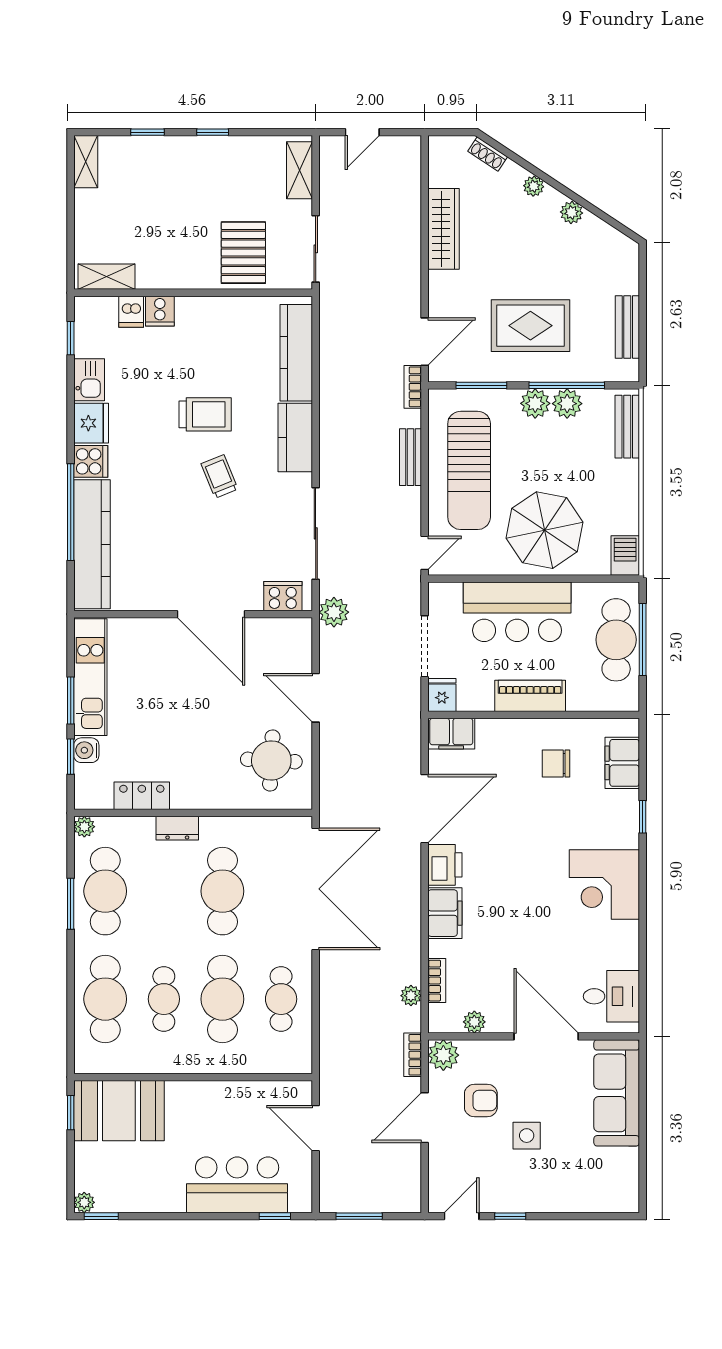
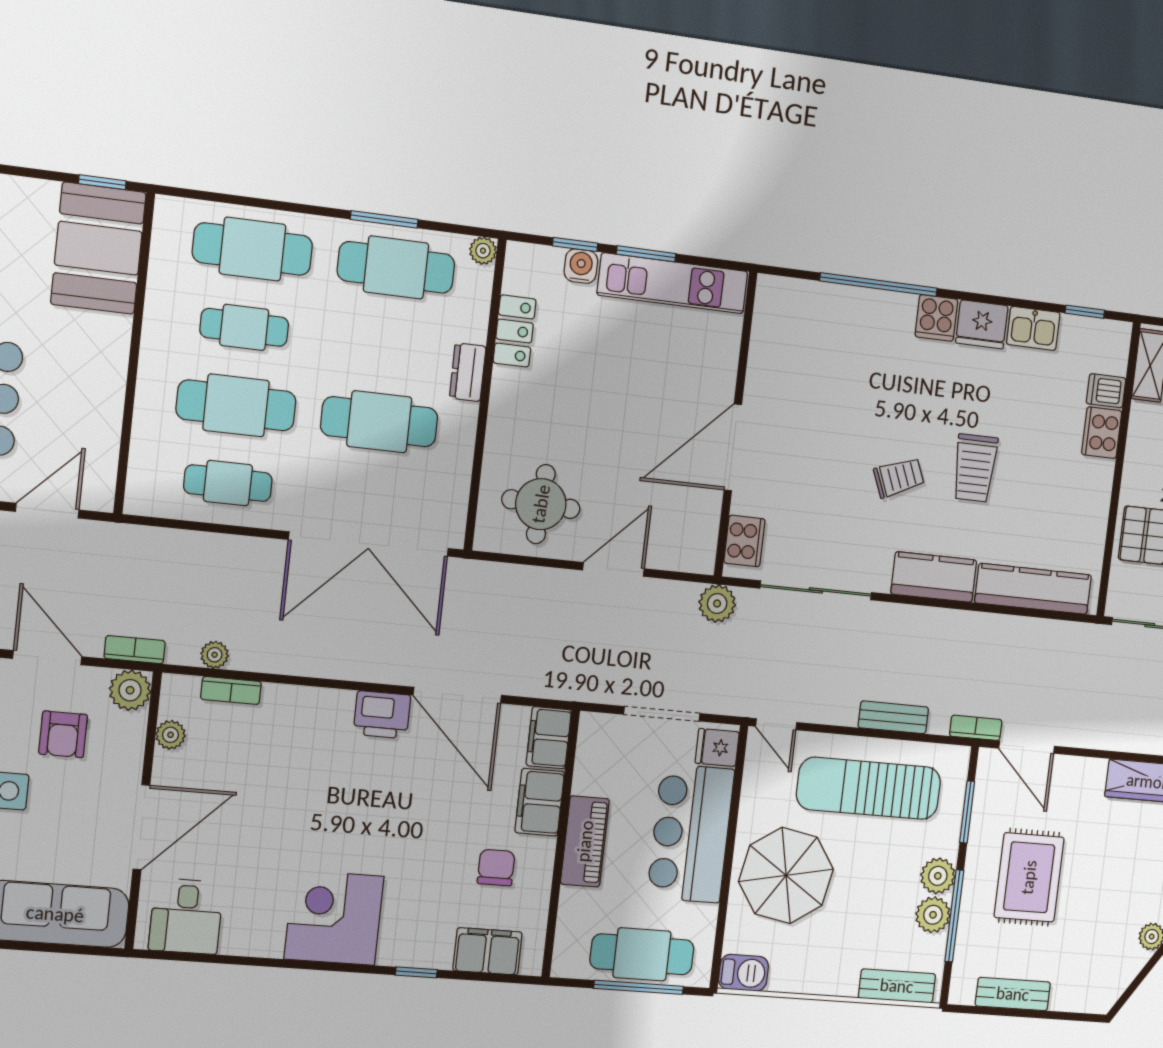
cooker: (160, 311) -> (1102, 433), width x1.36
kitchen counter: (92, 544) -> (836, 307), removed
fridge: (442, 695) -> (717, 747), moved, turned 180
filing cabinet: (445, 913) -> (540, 802), moved, turned 90

